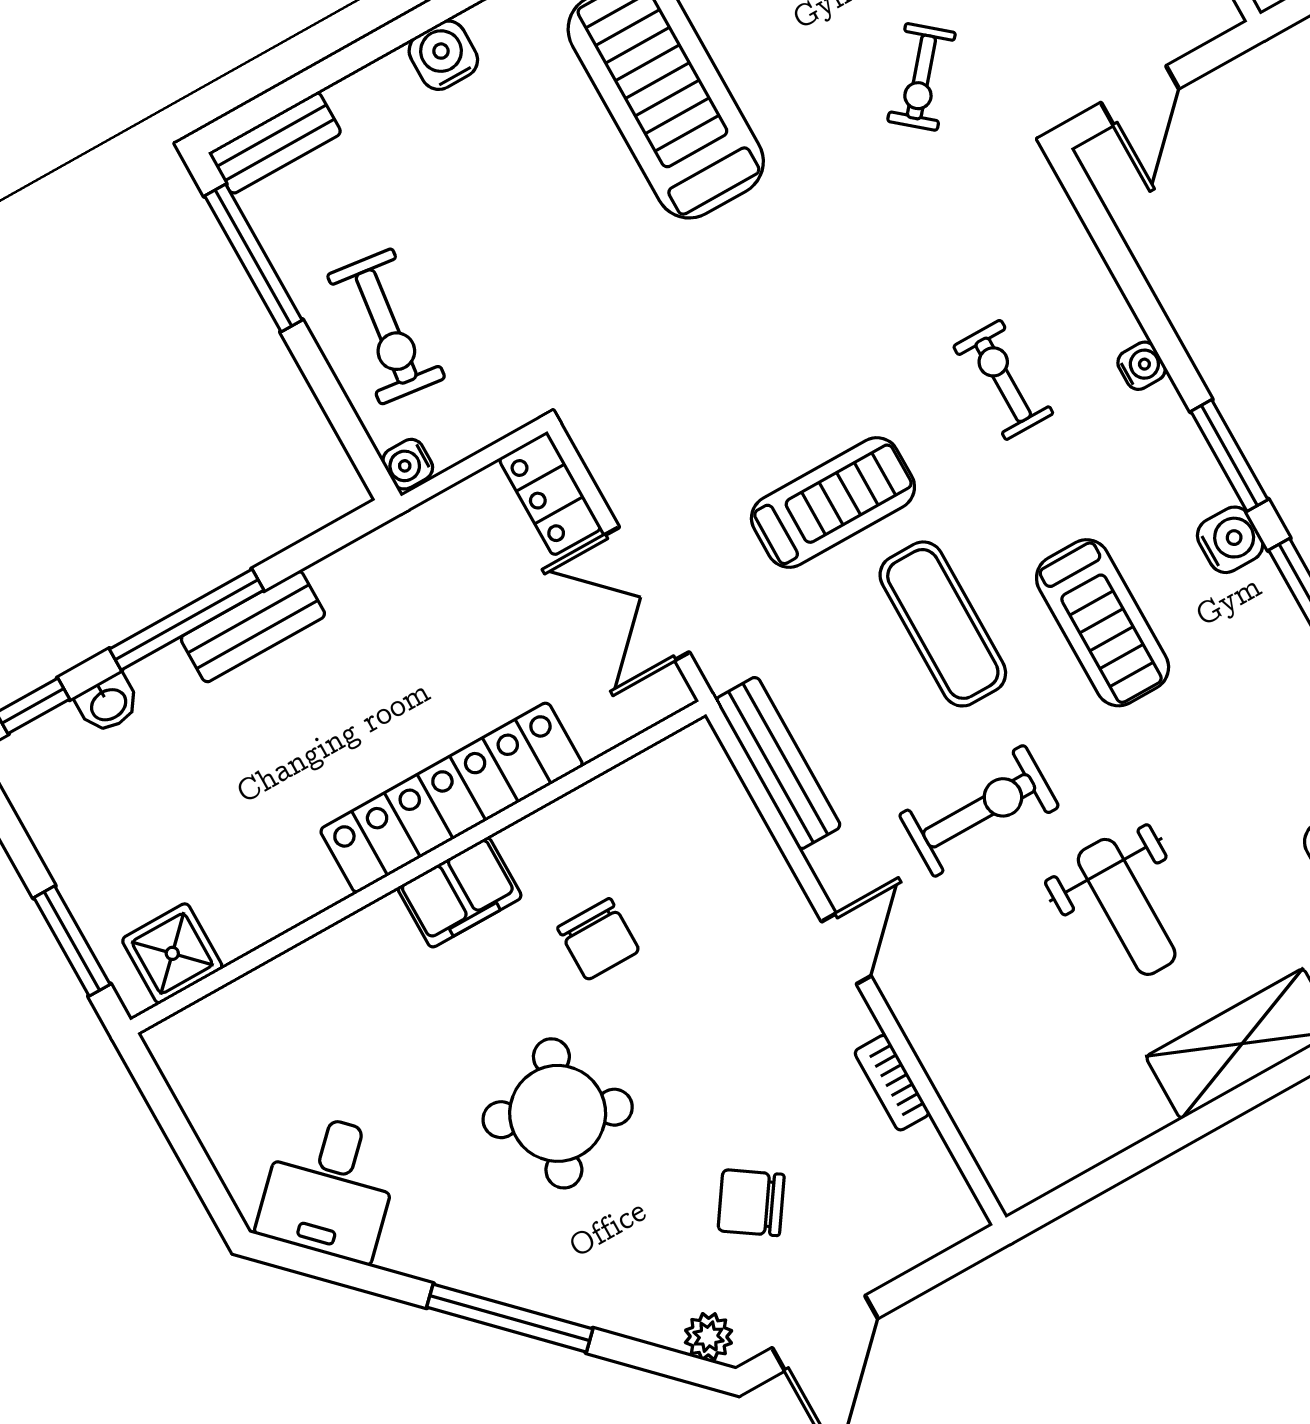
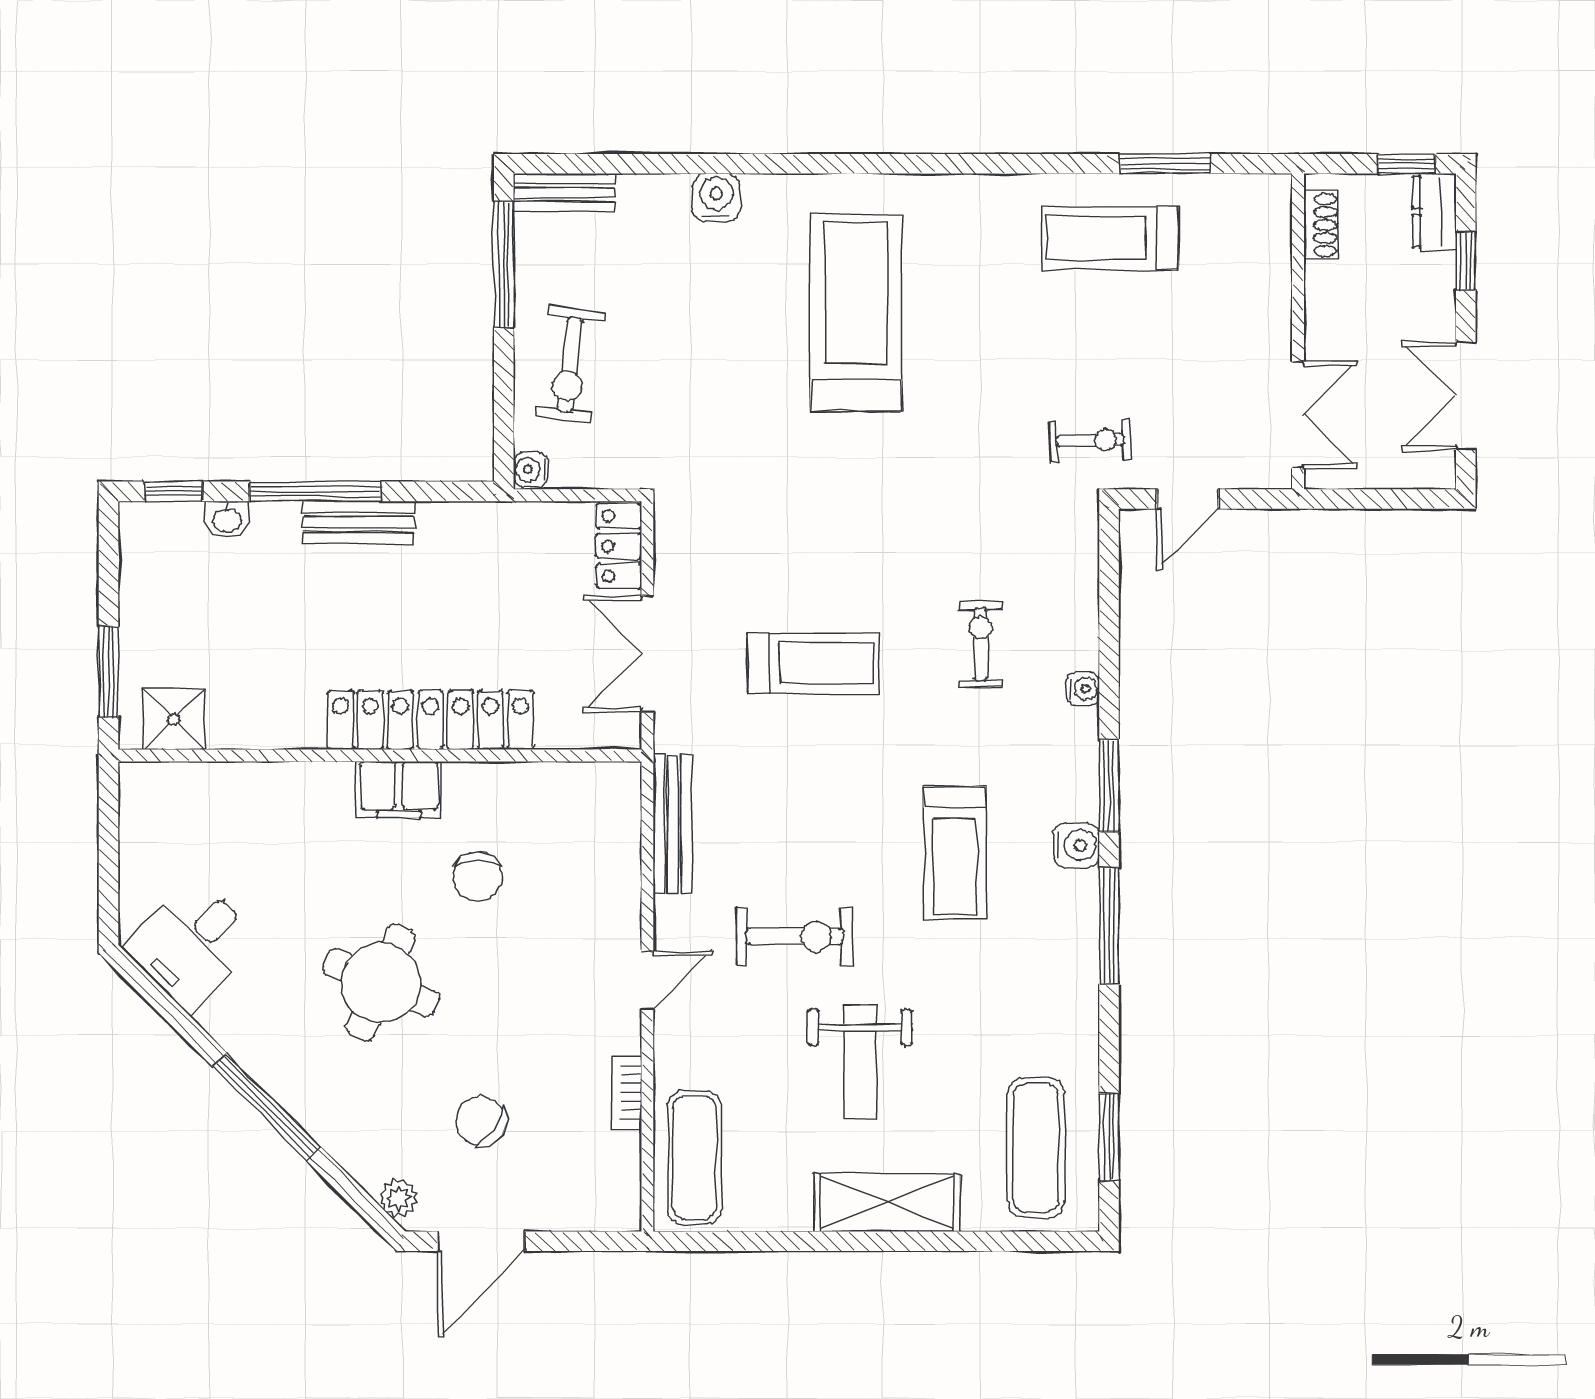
exercise bike: (921, 77) -> (1090, 441), moved, turned -132
exercise mat: (943, 624) -> (695, 1158), moved

